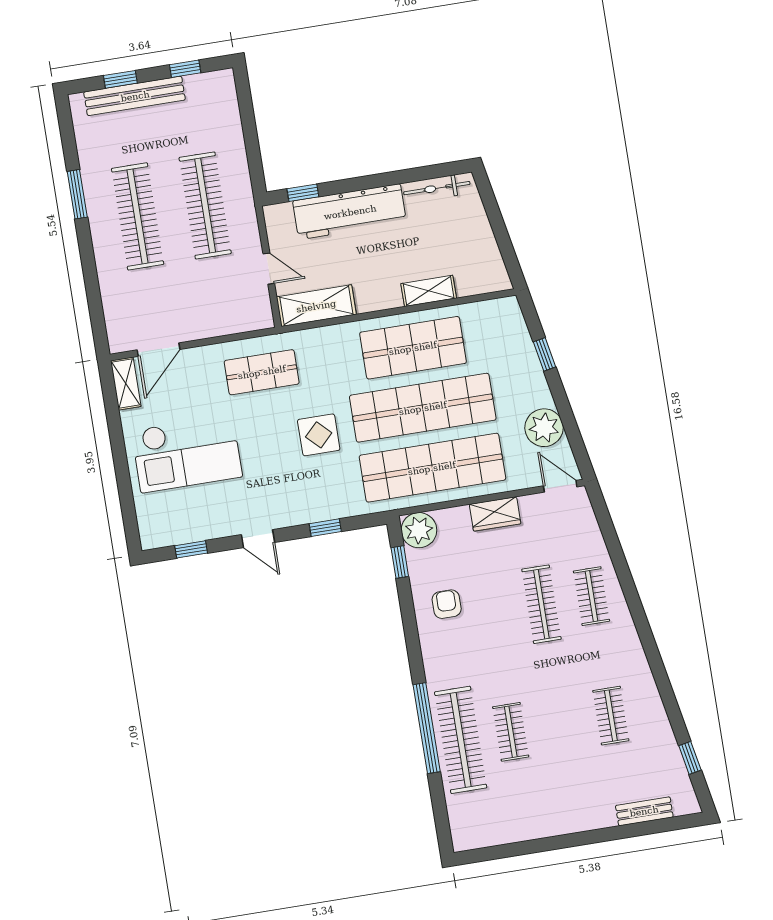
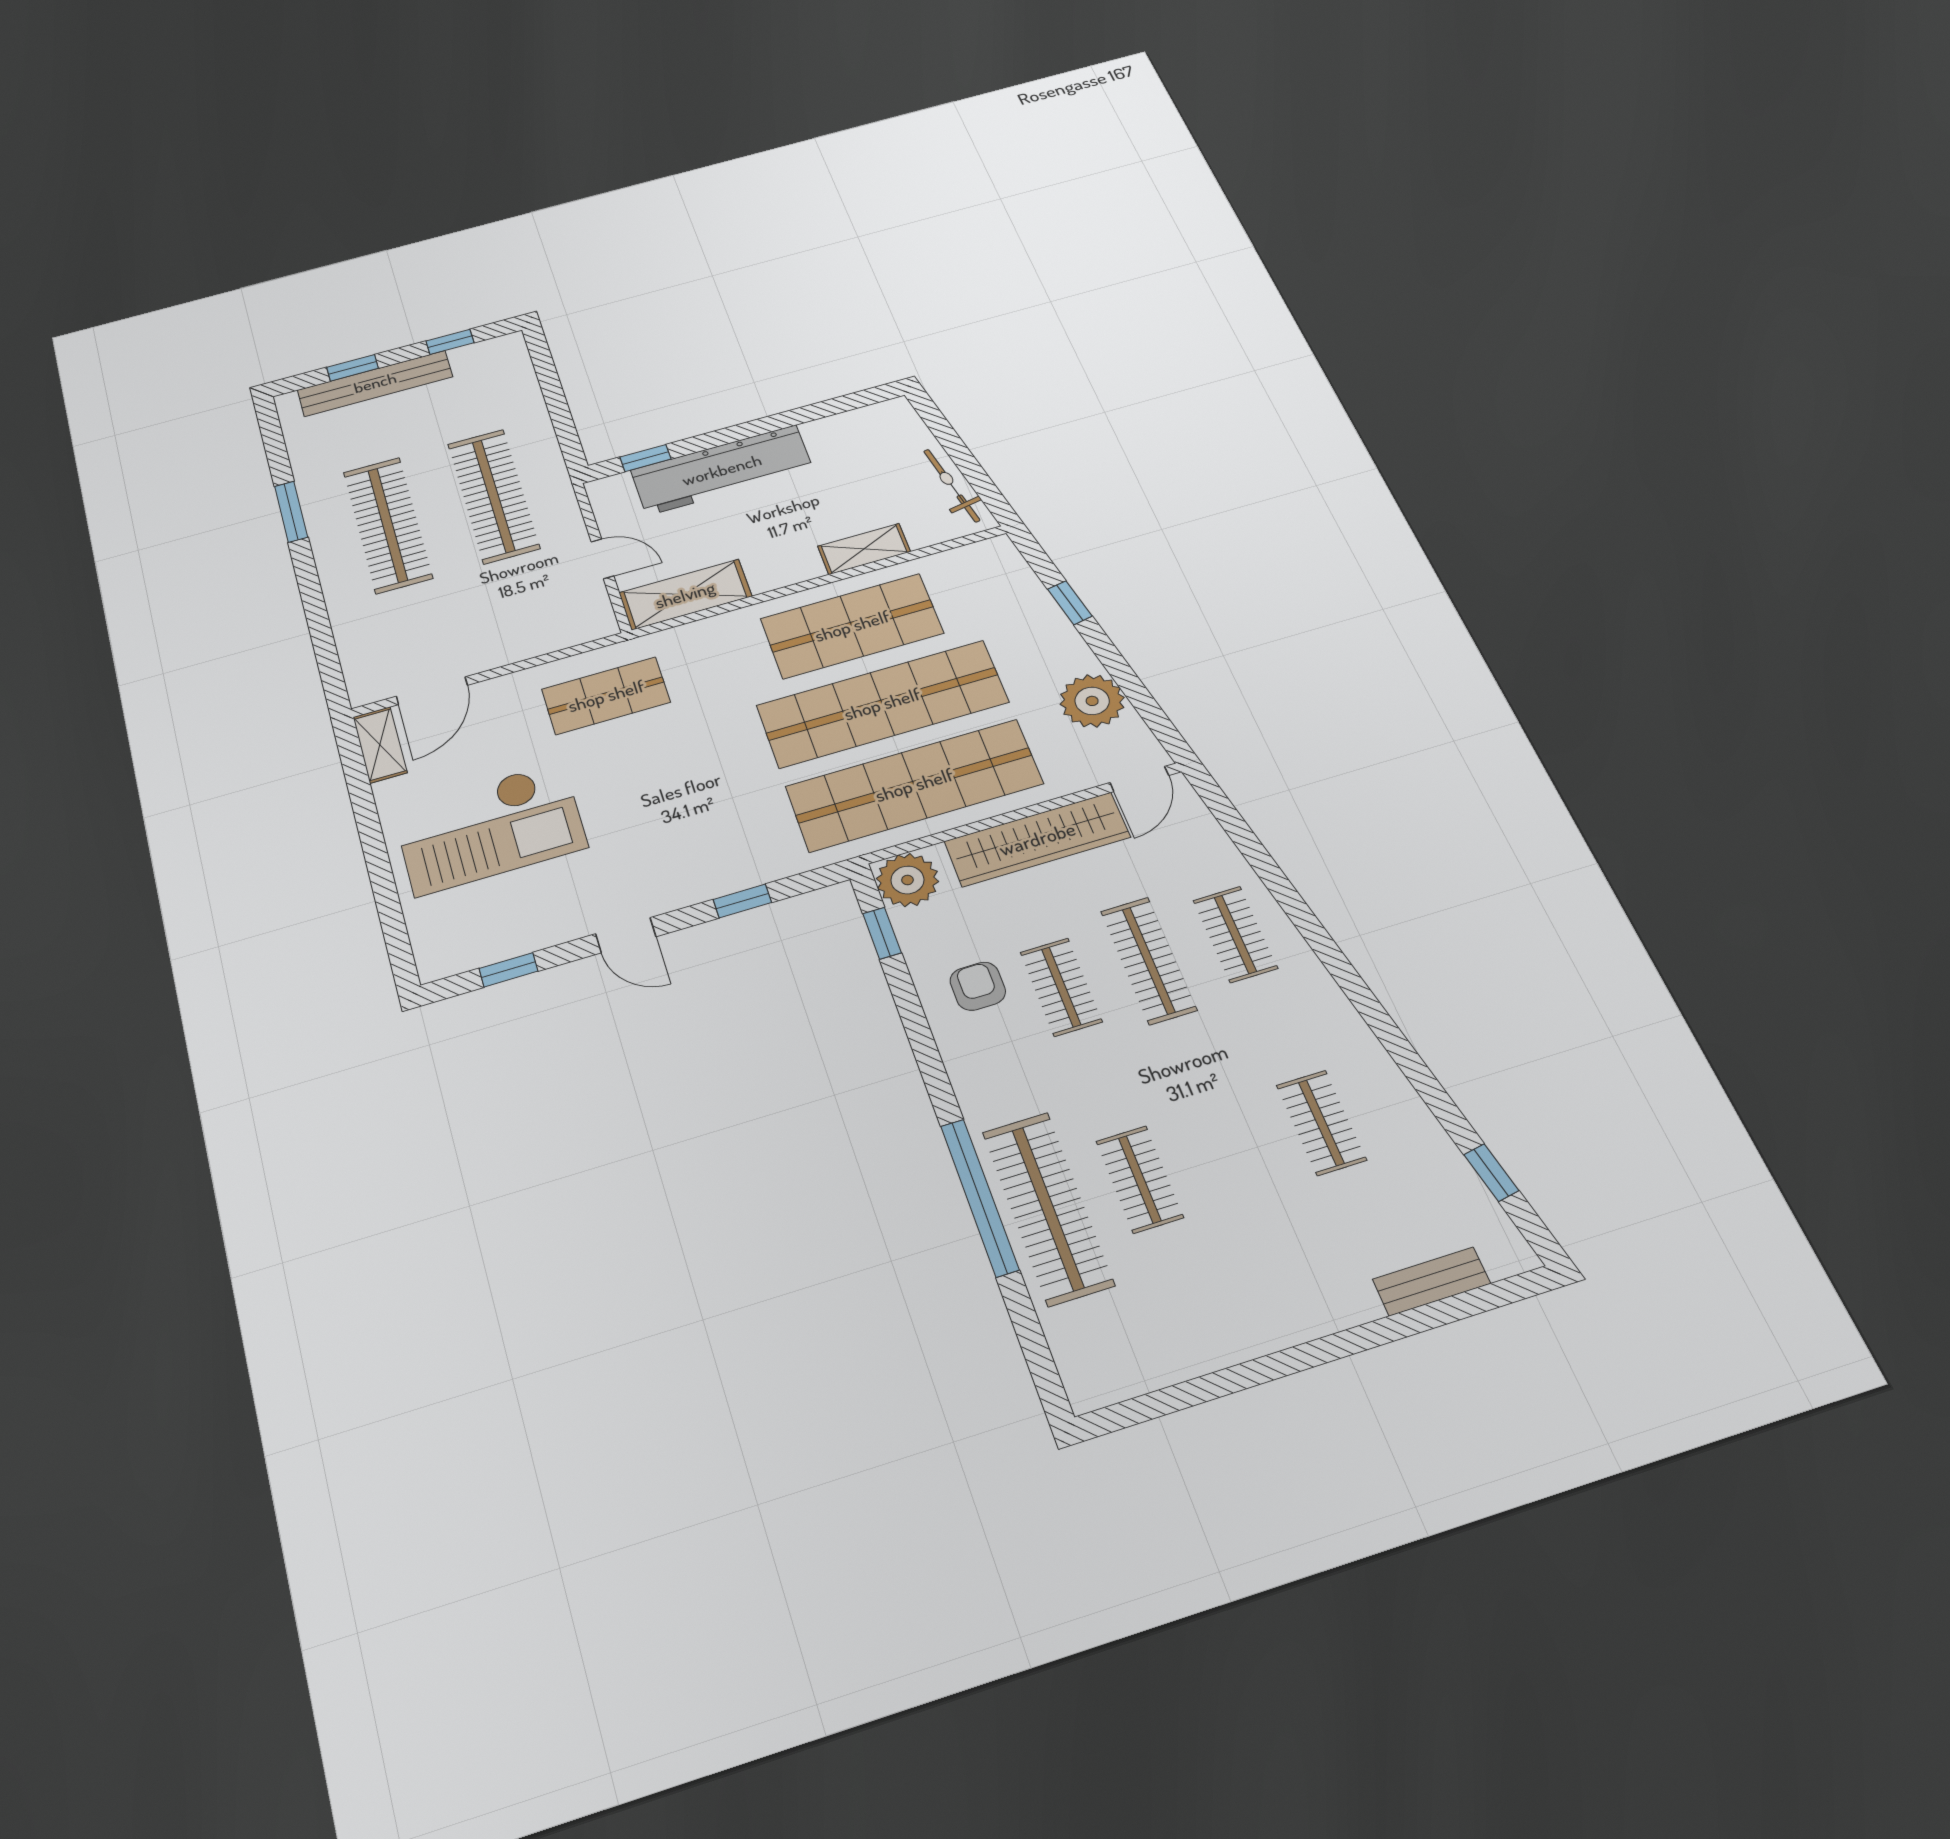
bicycle: (437, 188) -> (952, 486), moved, turned 79
display table: (319, 435) -> (713, 768), removed
door: (560, 486) -> (1139, 779), swing flipped
wardrobe: (495, 514) -> (1037, 839), width x2.10, depth x1.17
clothes rail: (491, 612) -> (1061, 987), added

